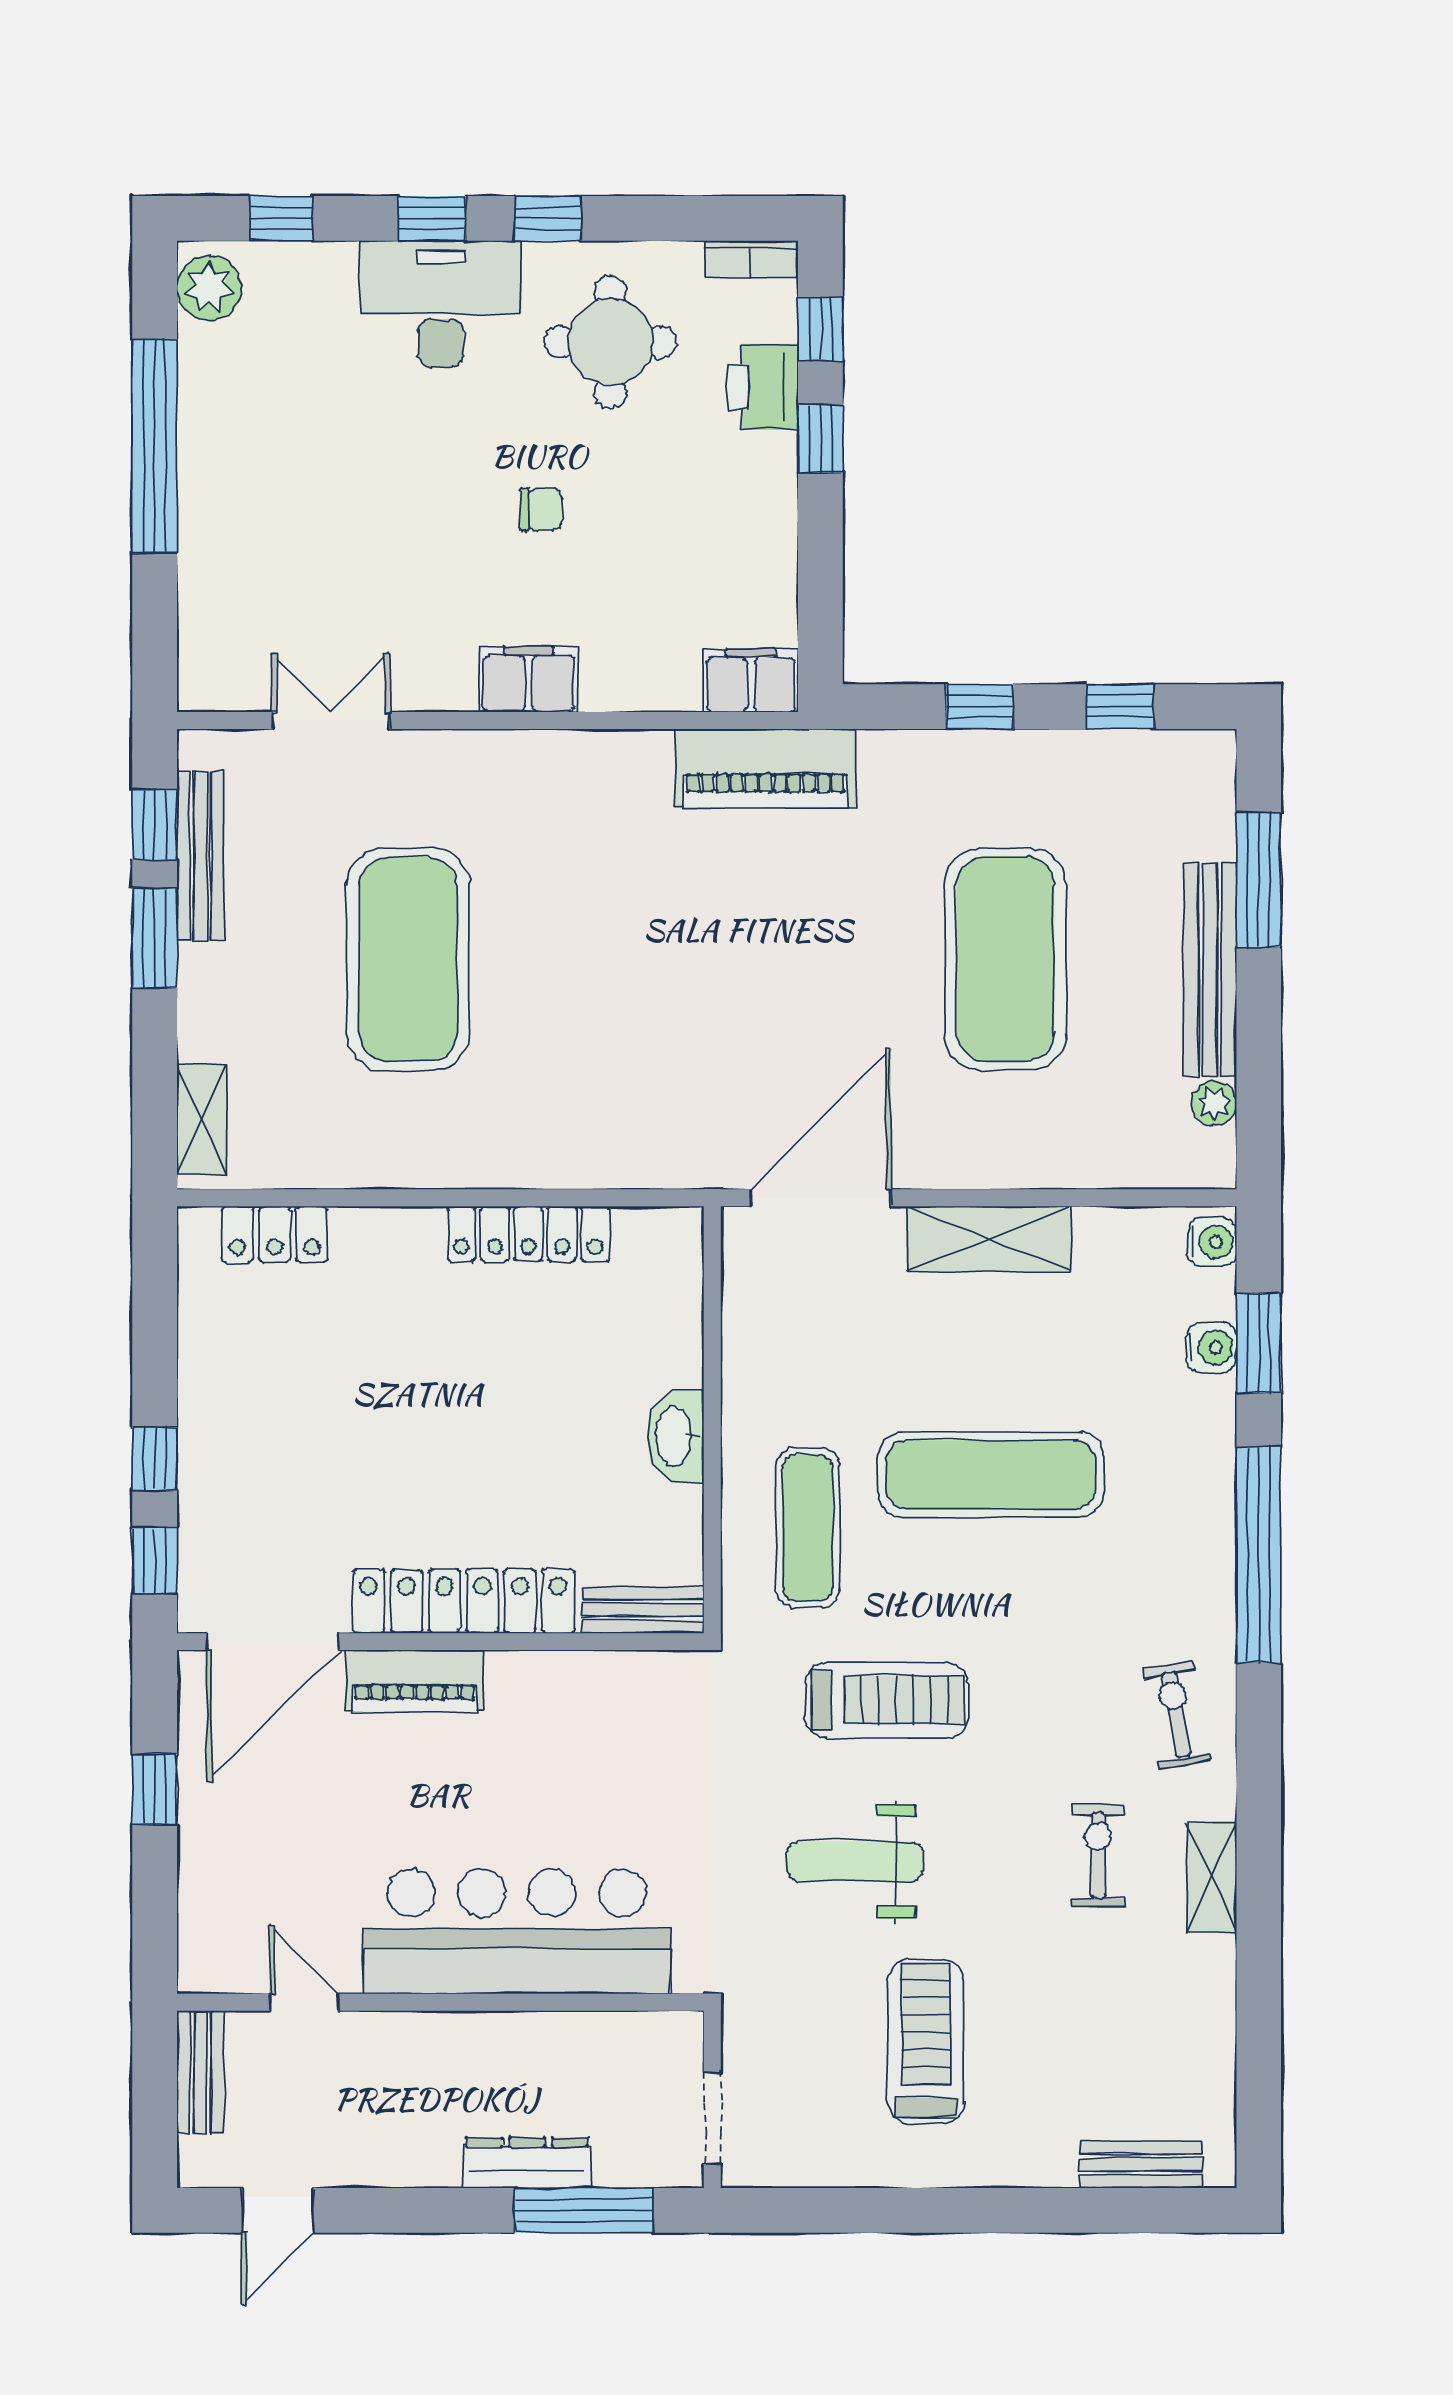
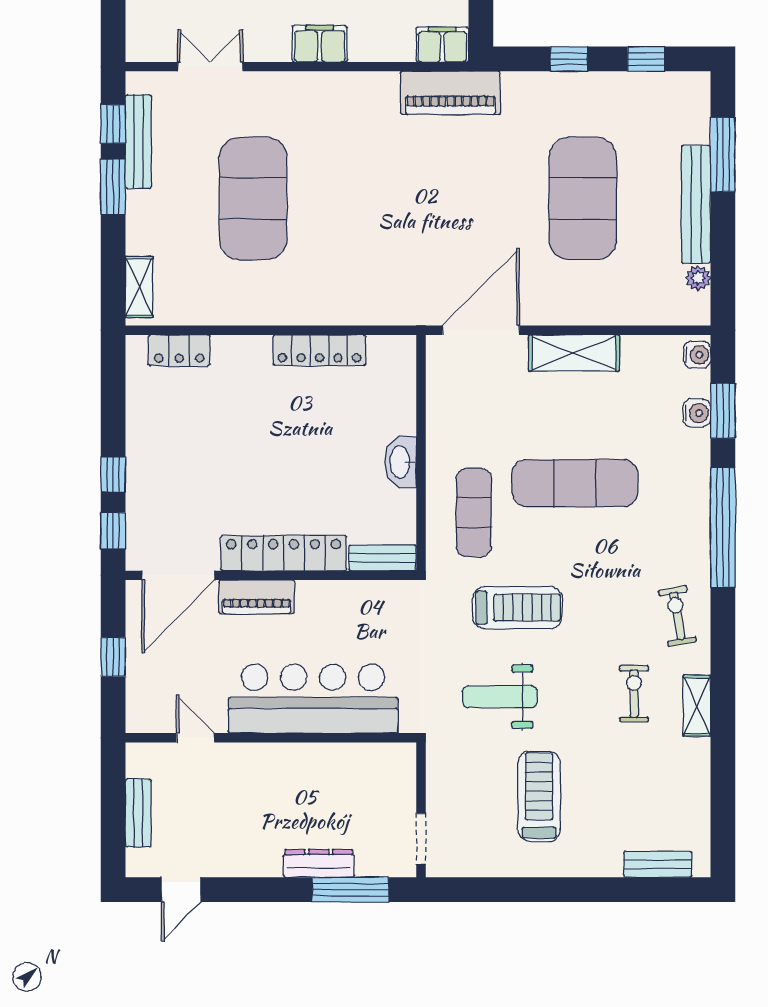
bar counter: (517, 1931) -> (313, 699), moved
door: (304, 2002) -> (195, 738), moved
wall: (440, 2002) -> (271, 738), moved

